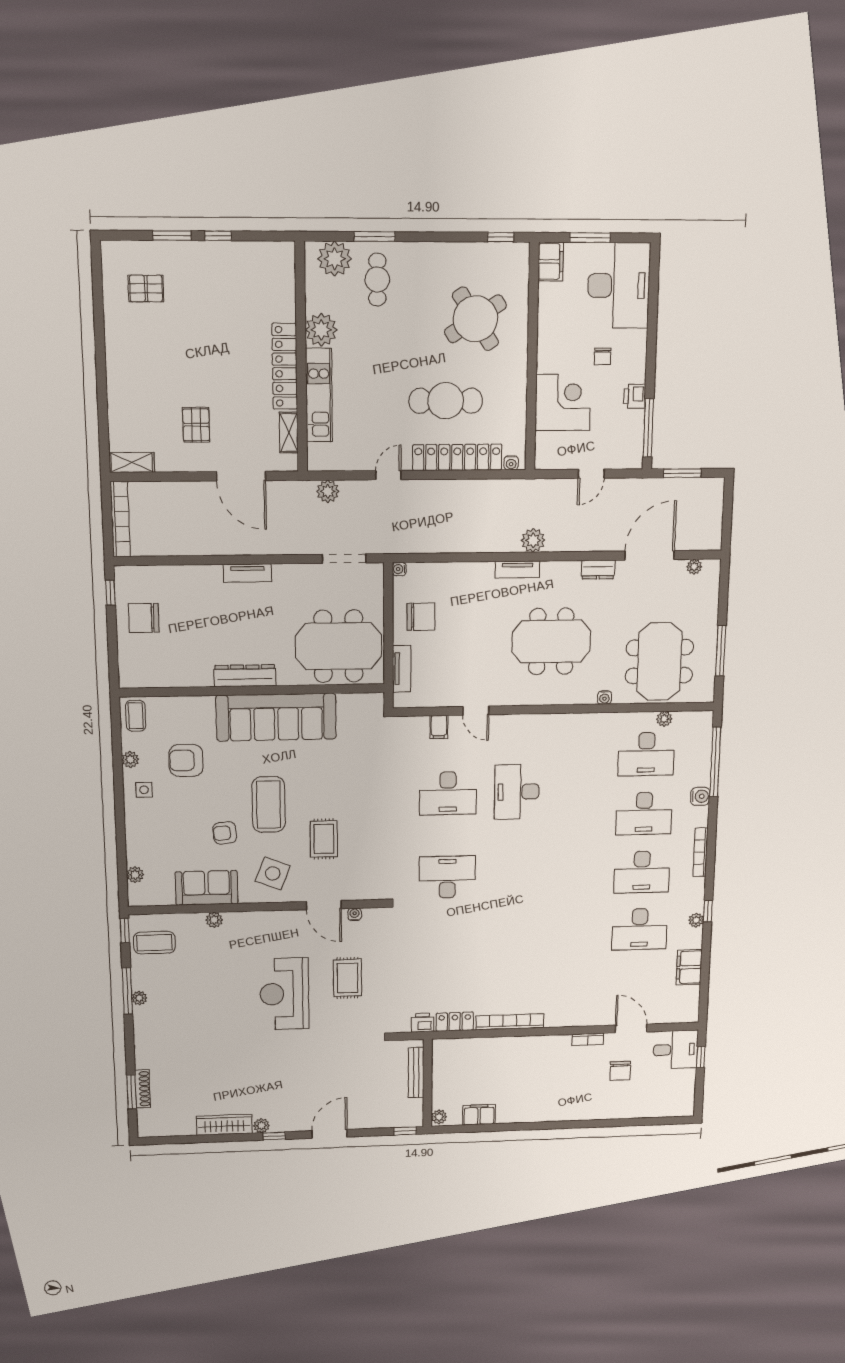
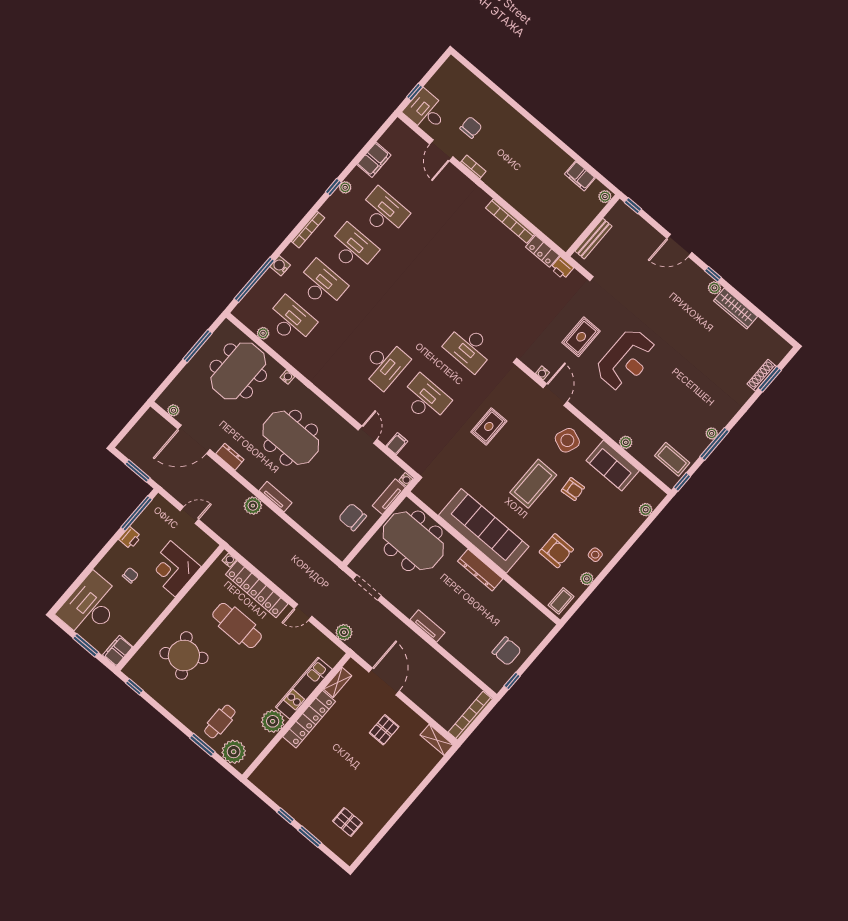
water cooler: (399, 569) -> (406, 479), moved
rug: (324, 839) -> (489, 426), moved

